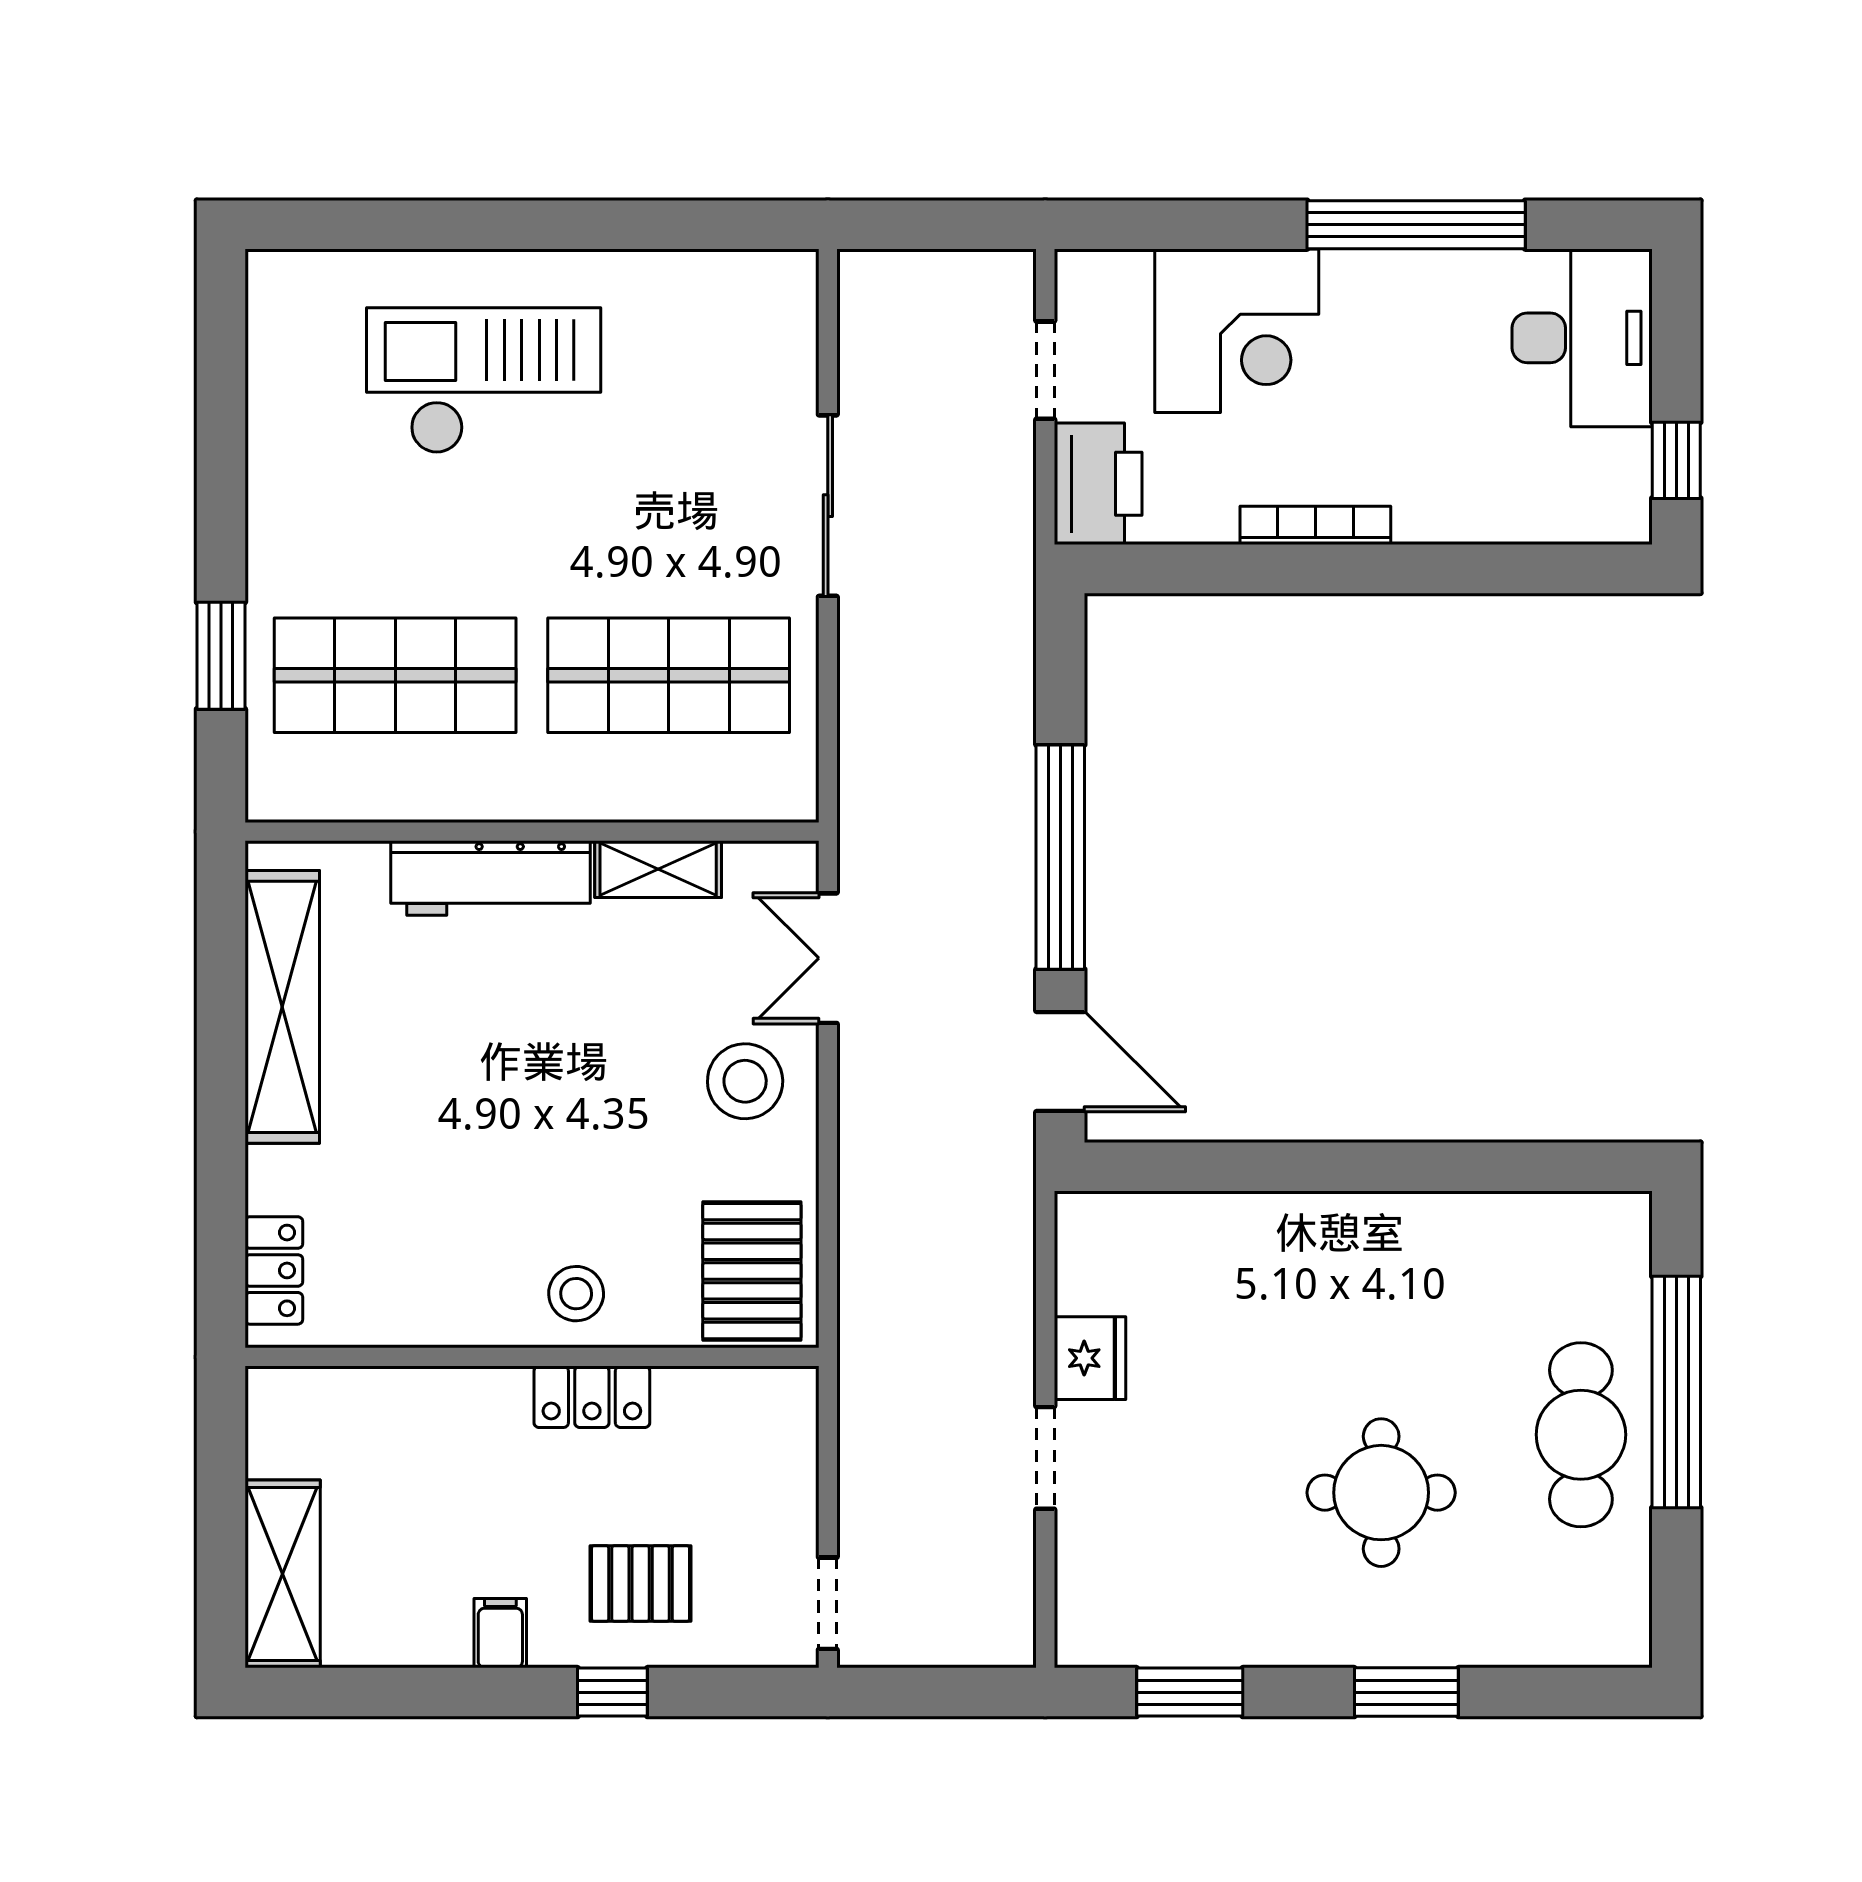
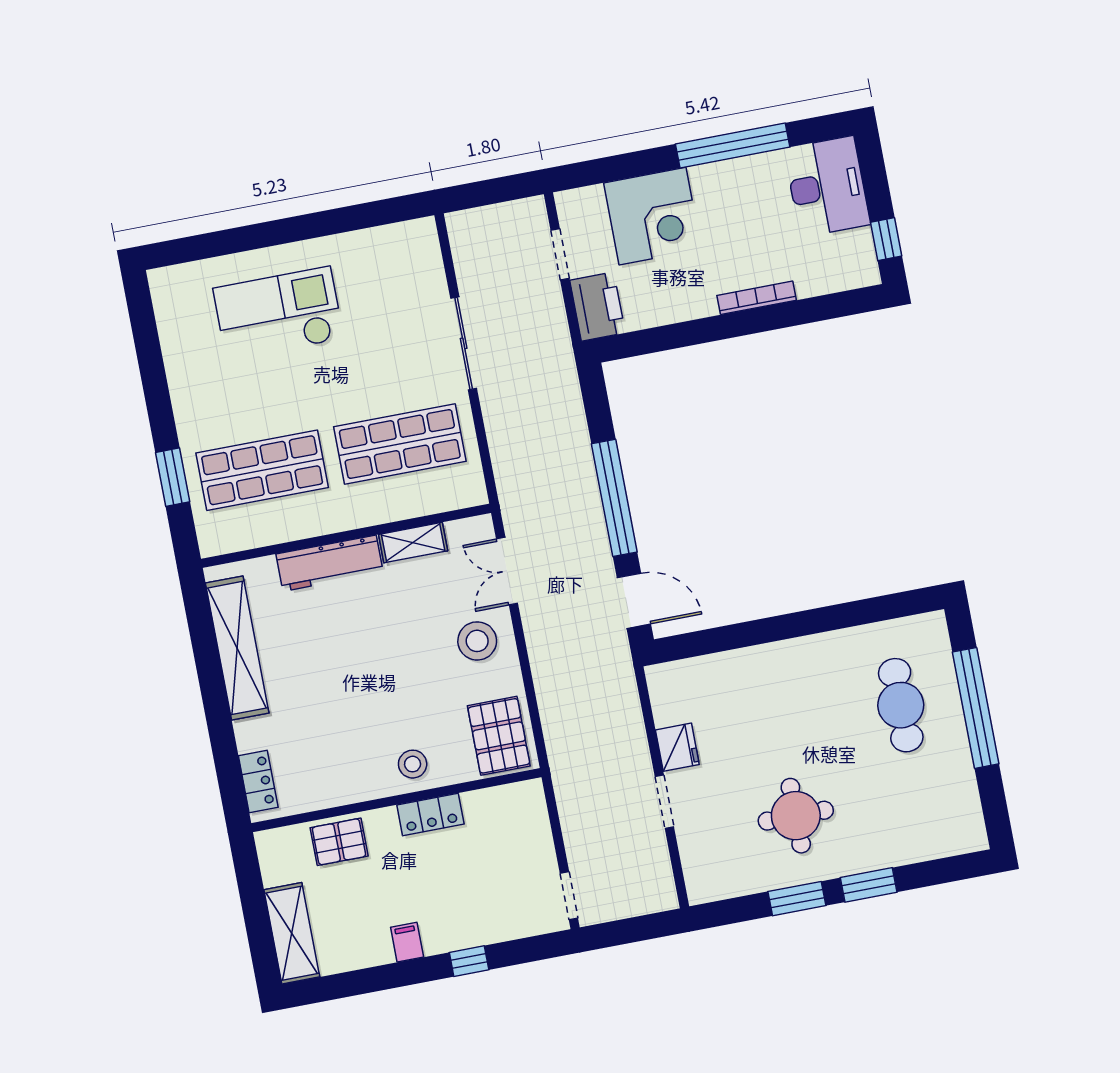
bookcase: (1315, 525) -> (757, 298), moved
cafe table: (1581, 1435) -> (901, 705), moved
round table: (1381, 1493) -> (796, 816), moved
pallet: (641, 1584) -> (339, 842), moved
window: (1190, 1692) -> (797, 899), moved

